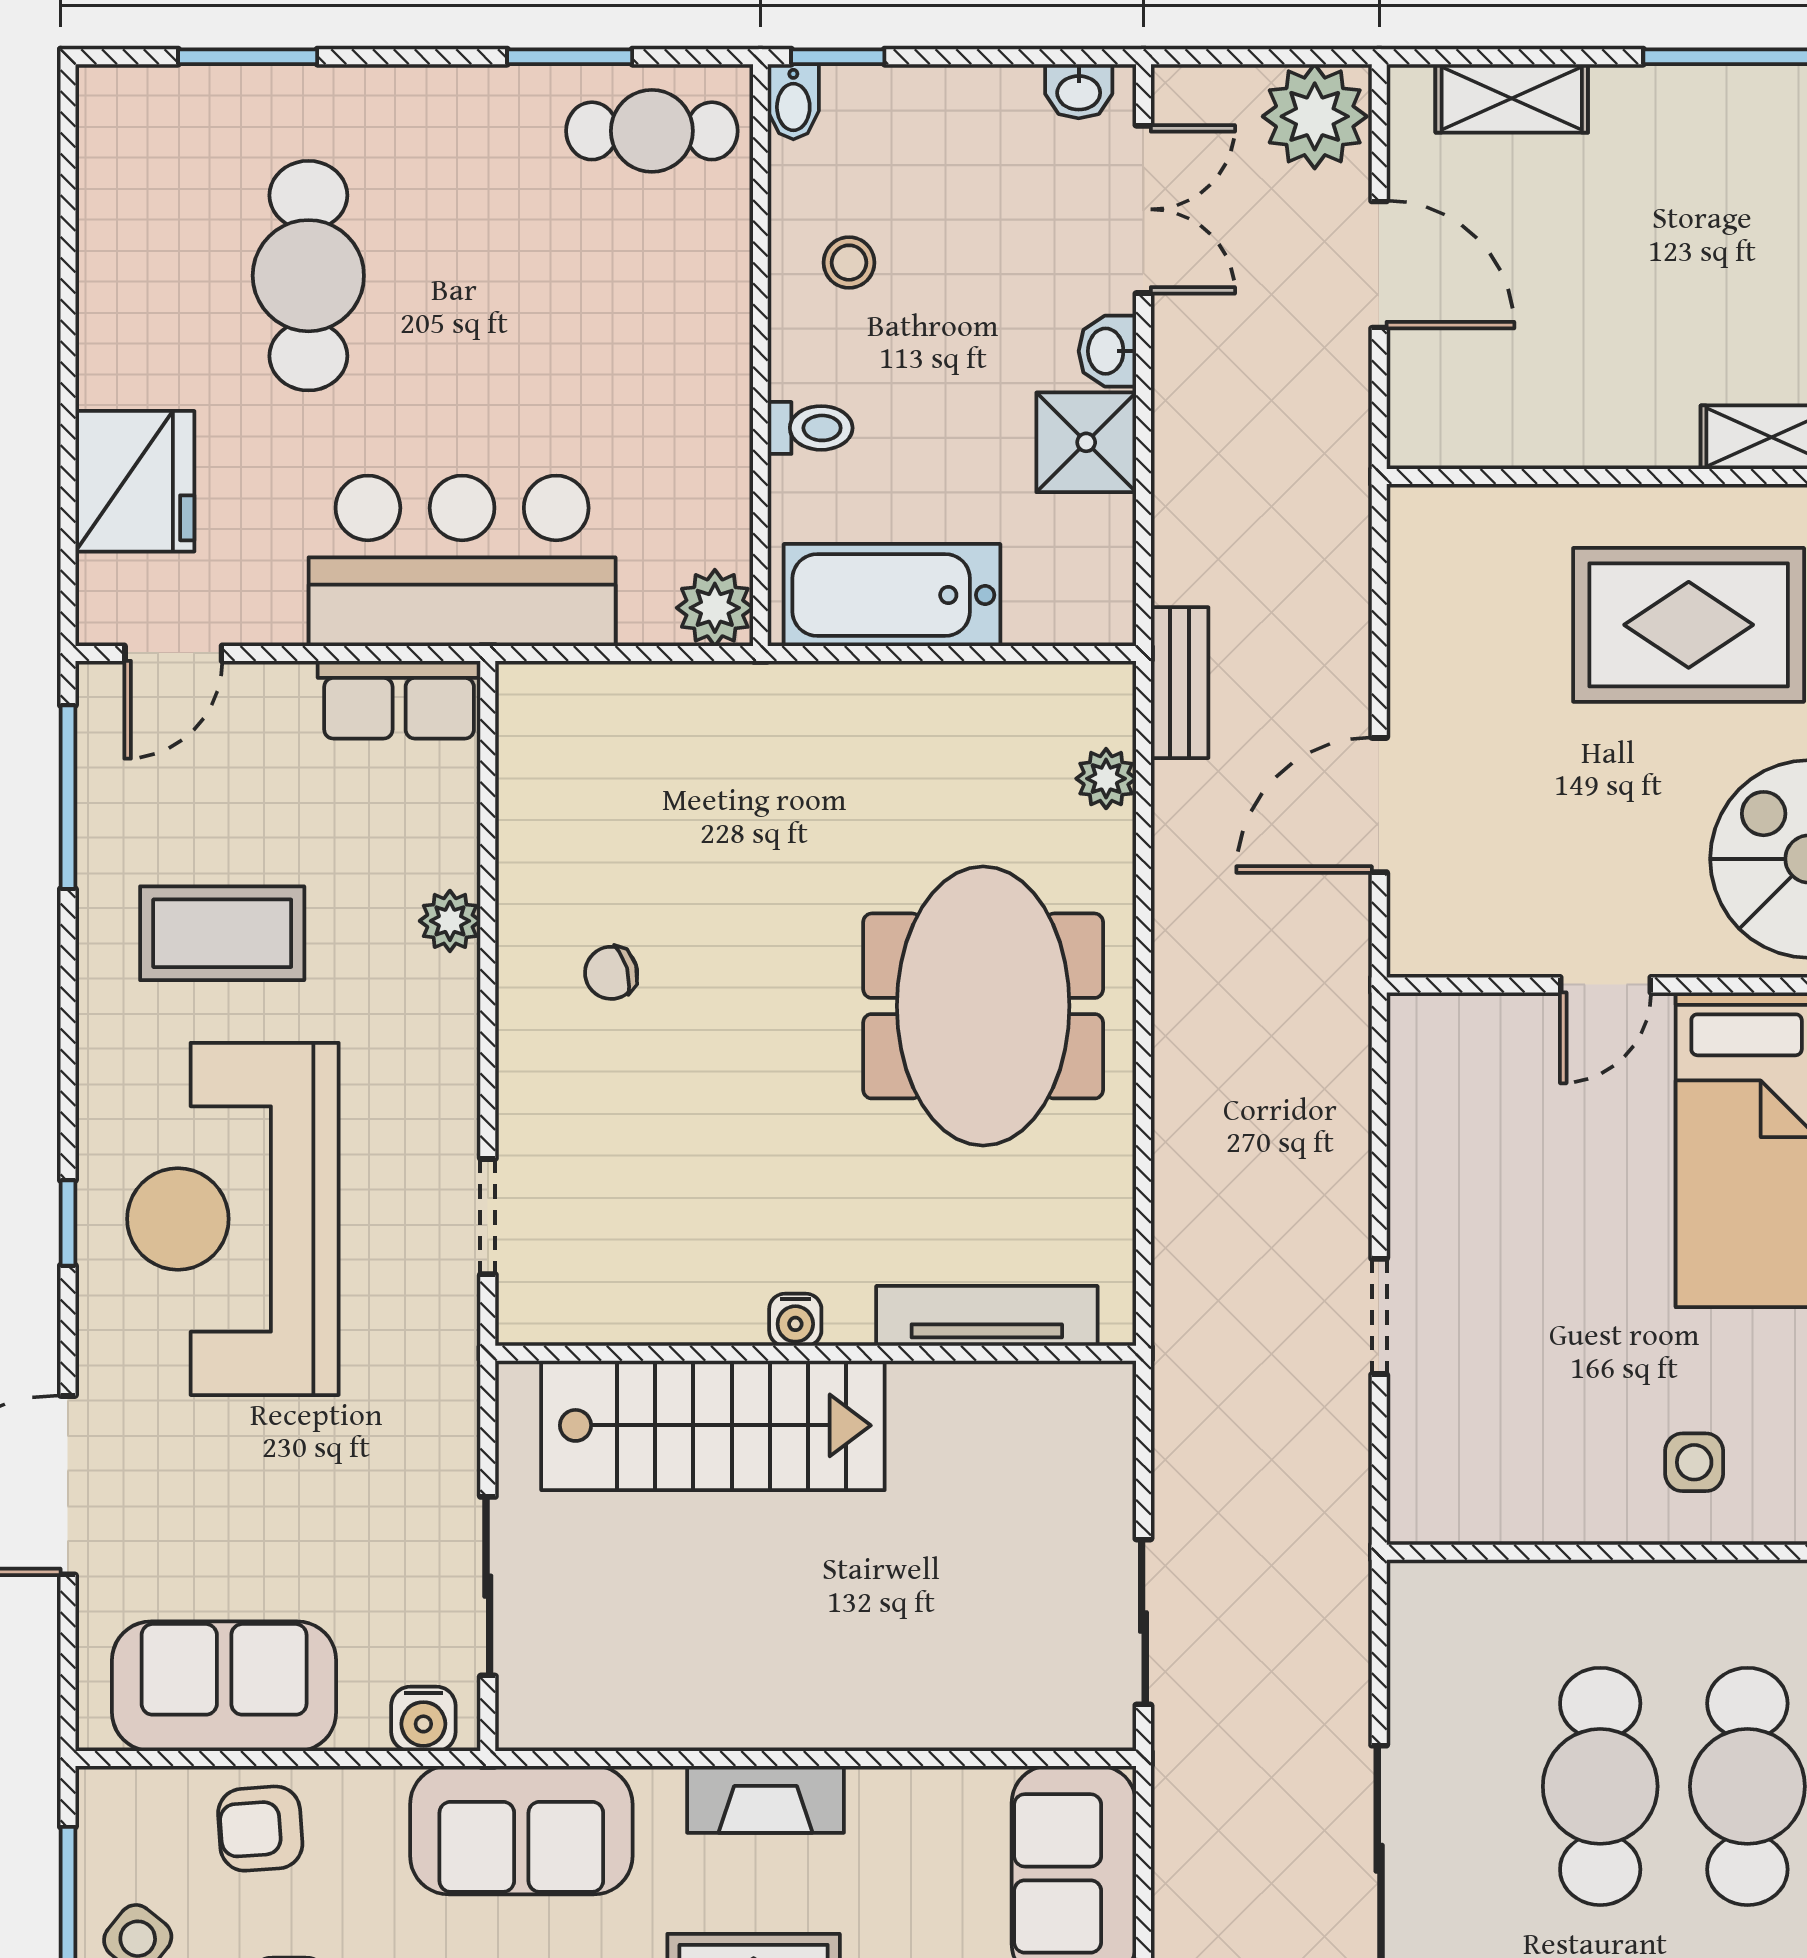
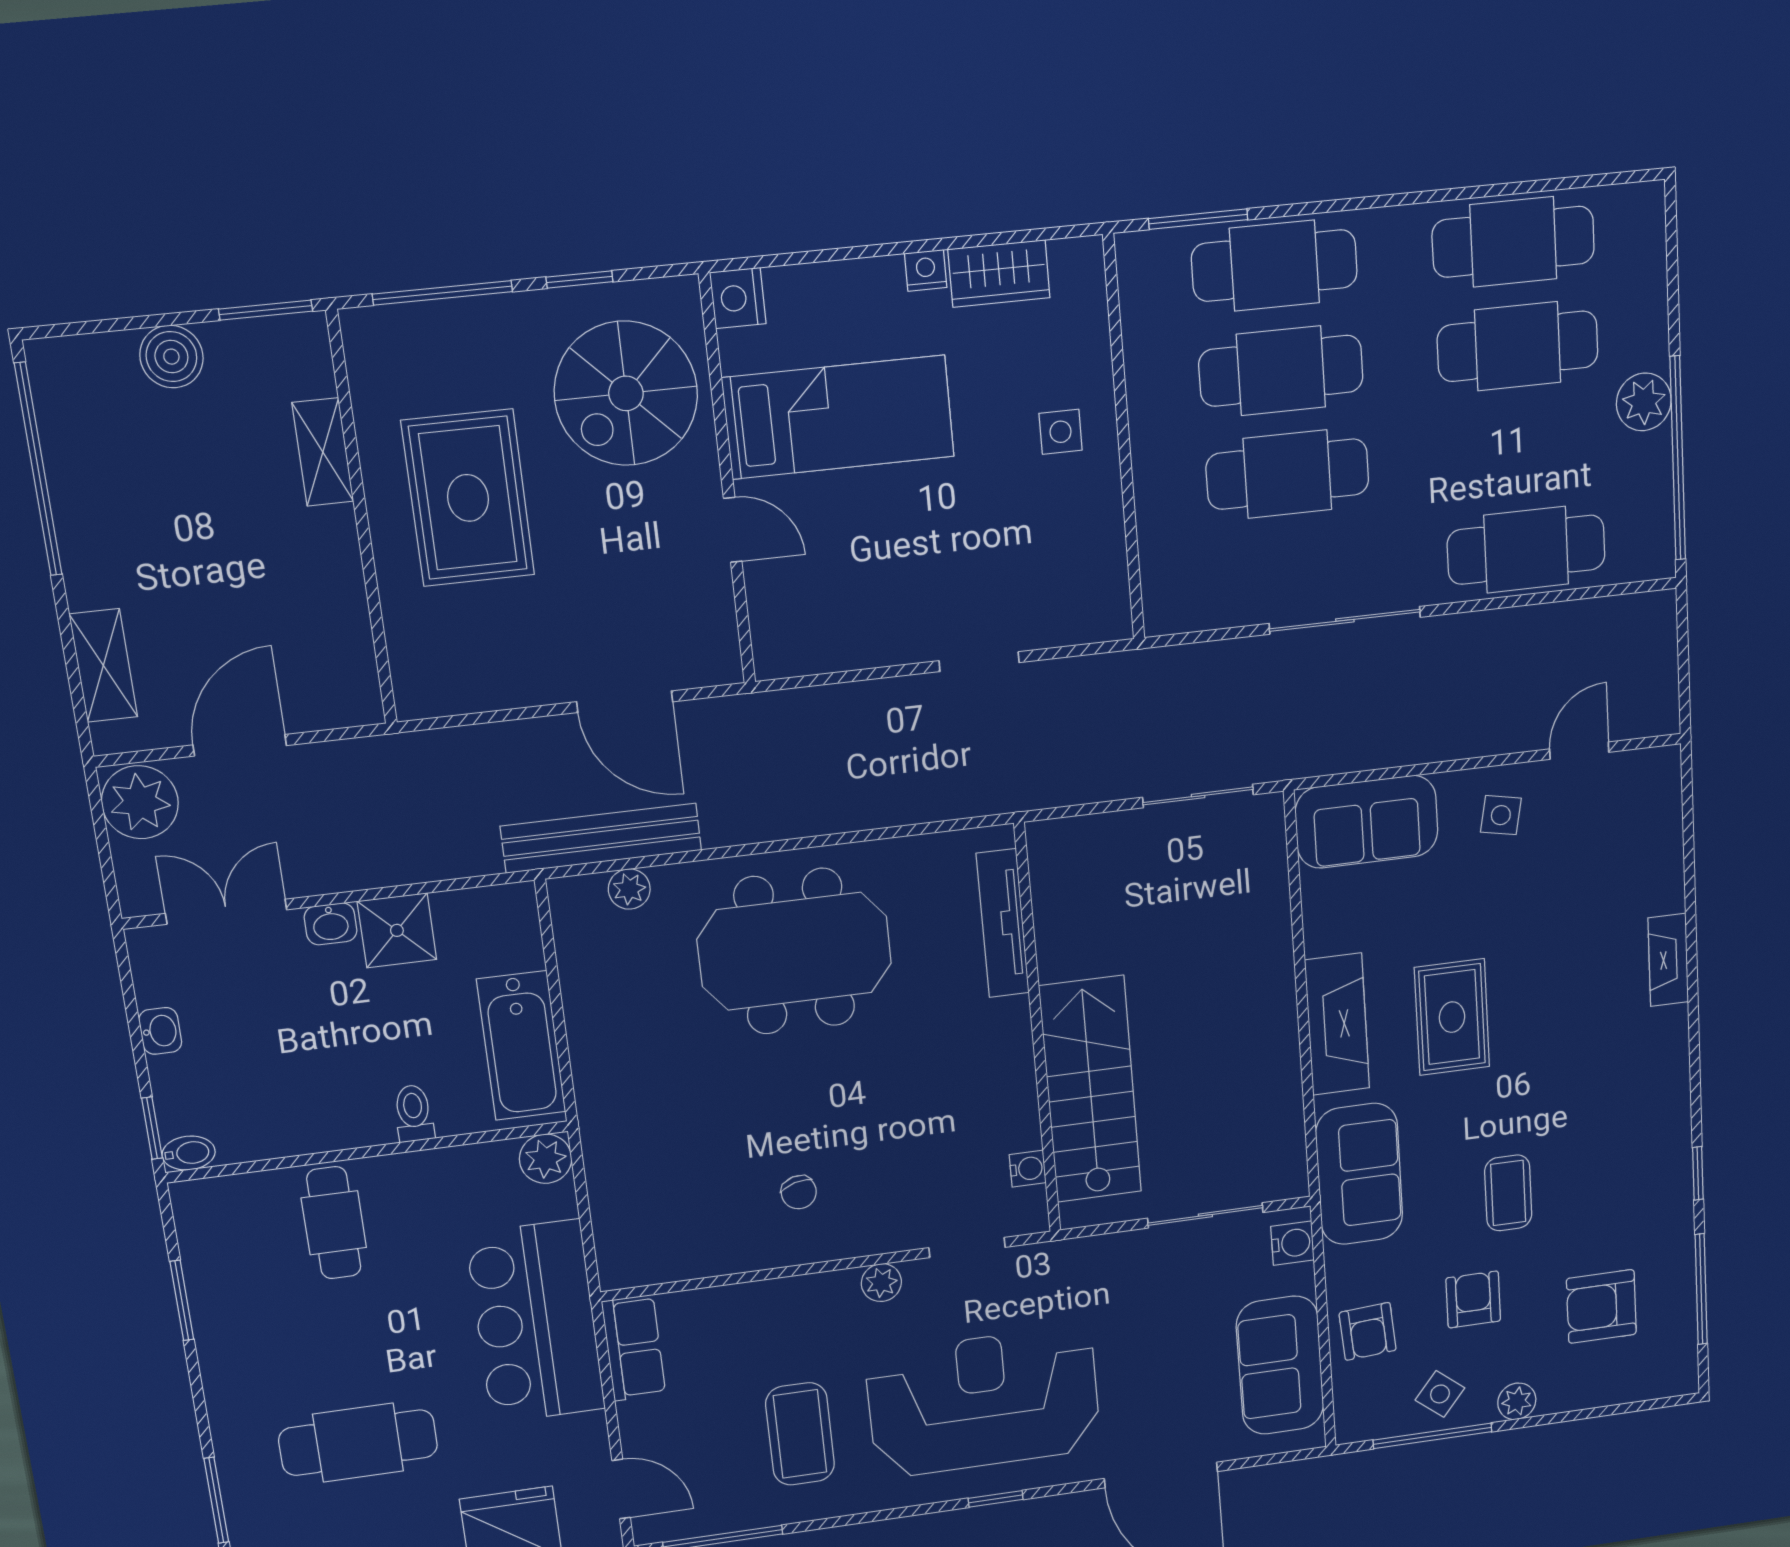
washbasin: (1079, 91) -> (160, 1031), moved
cafe table: (652, 131) -> (334, 1223), moved
stool: (849, 263) -> (295, 1103), removed
bench: (1180, 683) -> (601, 838), width x1.86, depth x1.21
plant: (450, 921) -> (881, 1283), moved
reception desk: (233, 1219) -> (984, 1402), turned 180
water cooler: (795, 1320) -> (1028, 1169), moved
fireplace: (766, 1799) -> (1337, 1024), width x1.37, depth x1.32

